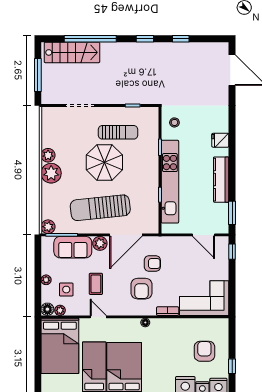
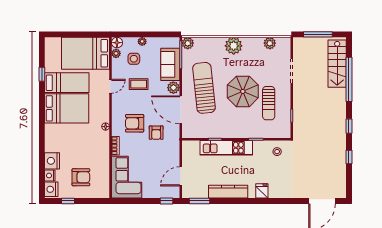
plant: (48, 155) -> (270, 43), moved
kitchen unit: (170, 182) -> (226, 148), width x0.73

